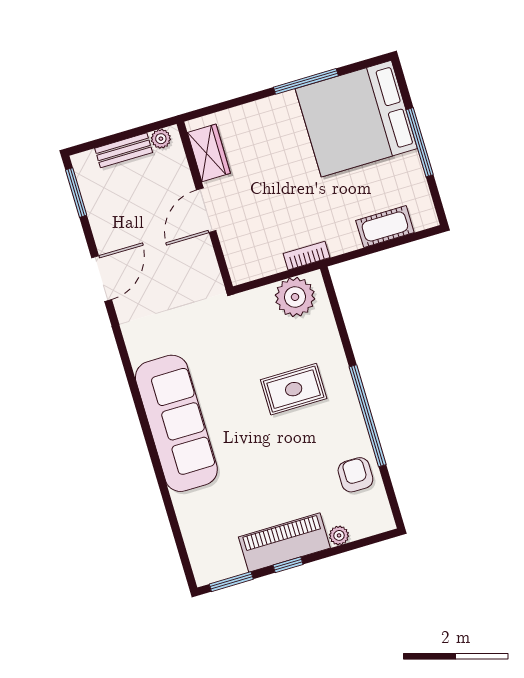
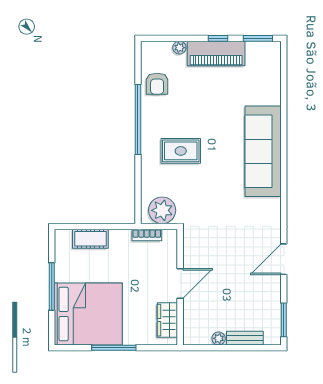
wardrobe: (209, 153) -> (167, 320), moved
wall: (205, 205) -> (180, 287), moved
door: (206, 210) -> (180, 283), moved

